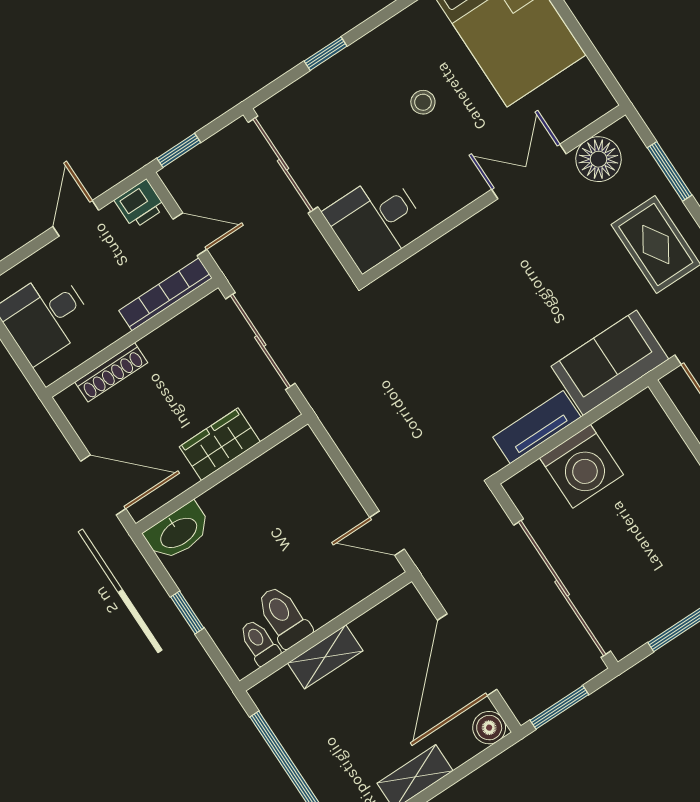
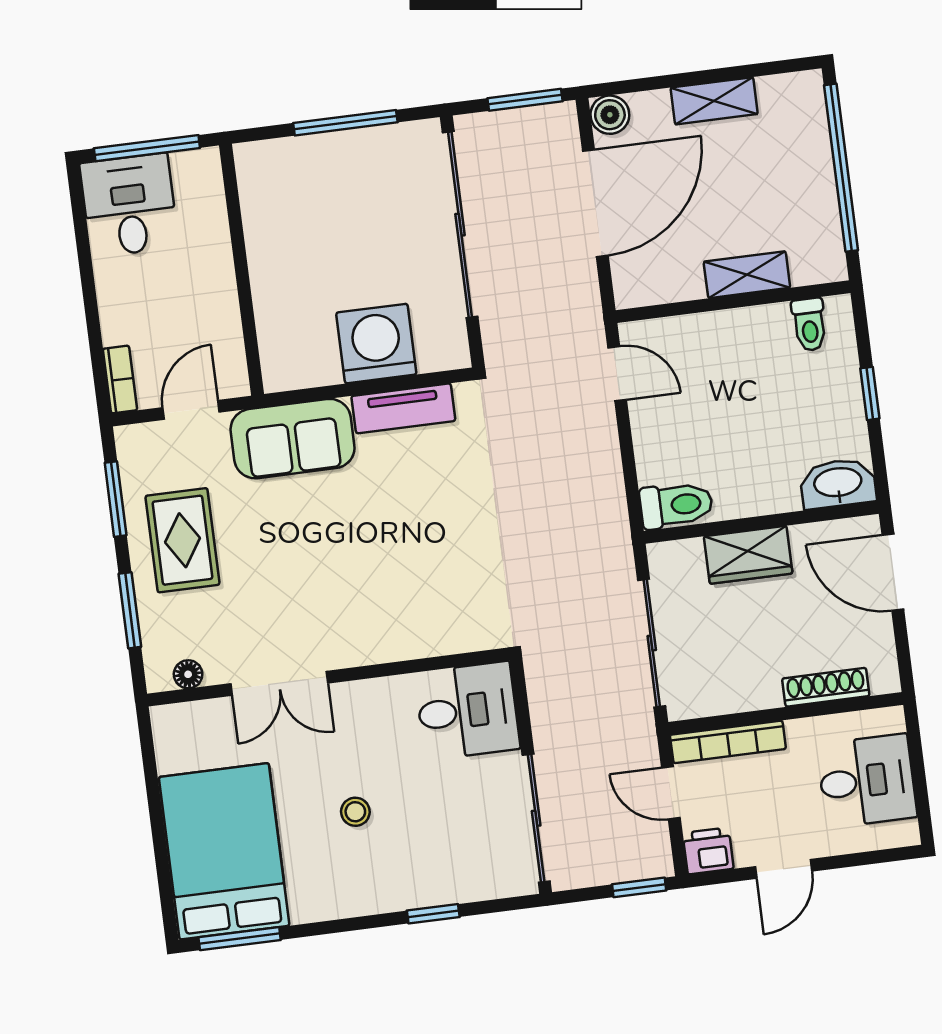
floor lamp: (598, 159) -> (188, 674), width x0.53, depth x0.53
toilet: (284, 617) -> (676, 505), moved, turned -90

